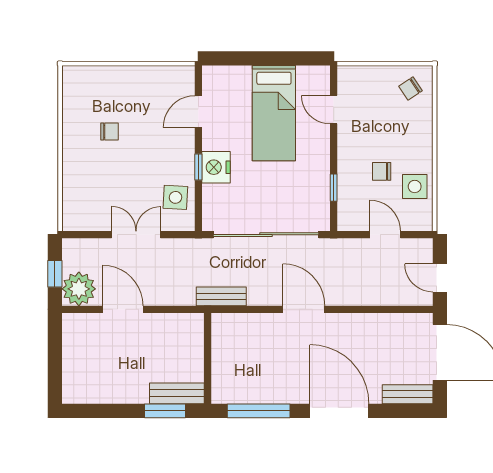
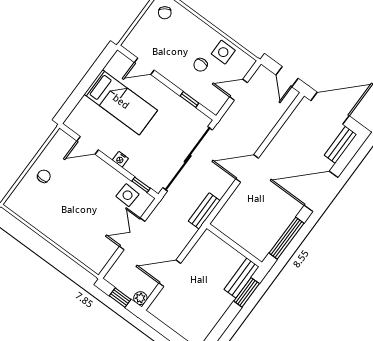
door: (198, 112) -> (88, 145), hinge flipped
chair: (109, 132) -> (44, 176), moved
window: (198, 167) -> (141, 185), moved
nightstand: (216, 167) -> (120, 159), width x0.53, depth x0.56
door: (440, 278) -> (287, 77), hinge flipped
plant: (79, 289) -> (140, 298), width x0.53, depth x0.53

